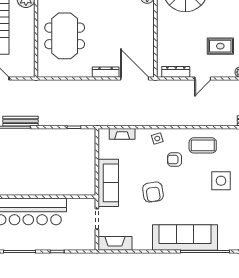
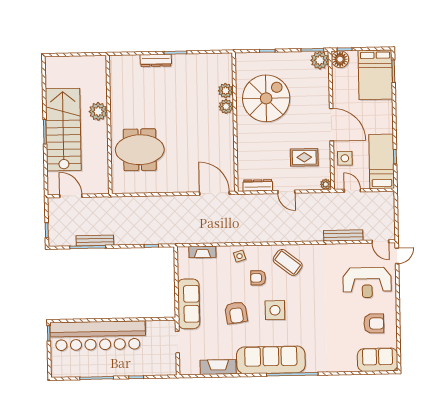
meeting table: (65, 36) -> (140, 150), turned 90
dresser: (106, 72) -> (184, 187), removed
door: (203, 79) -> (286, 192), hinge flipped
coffee table: (203, 145) -> (288, 262), turned 38
side table: (221, 181) -> (275, 310), moved
fireplace: (115, 243) -> (218, 367), moved

